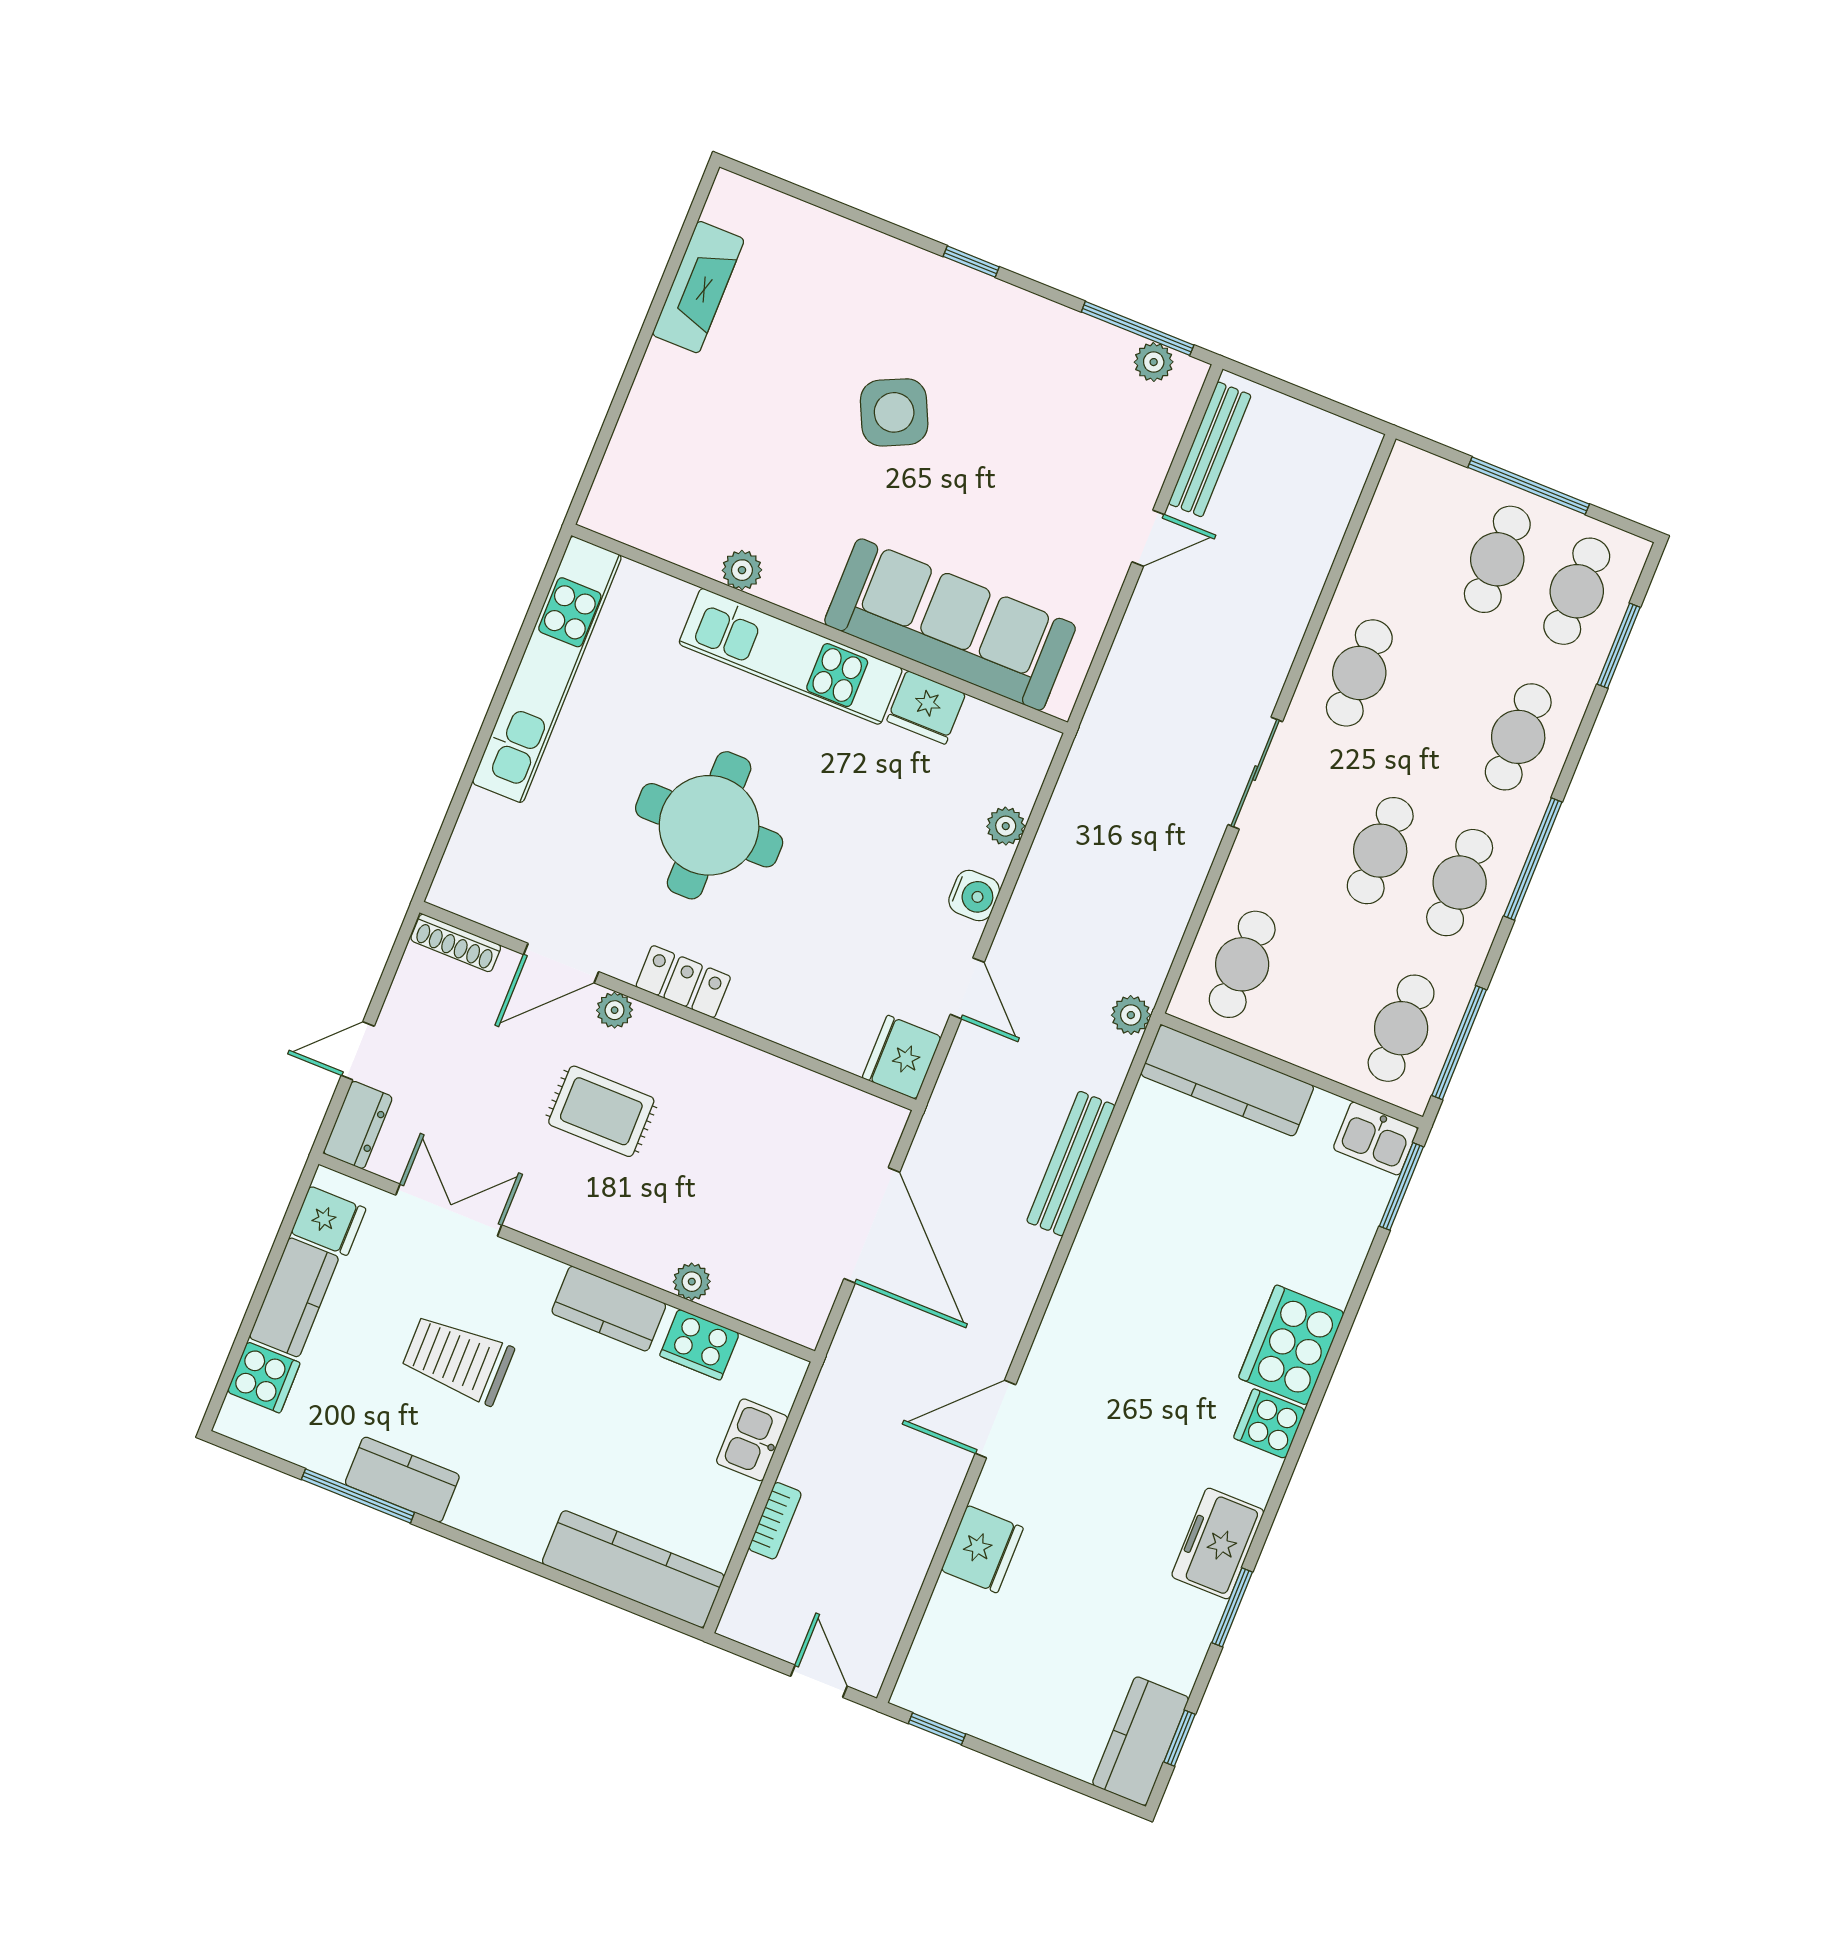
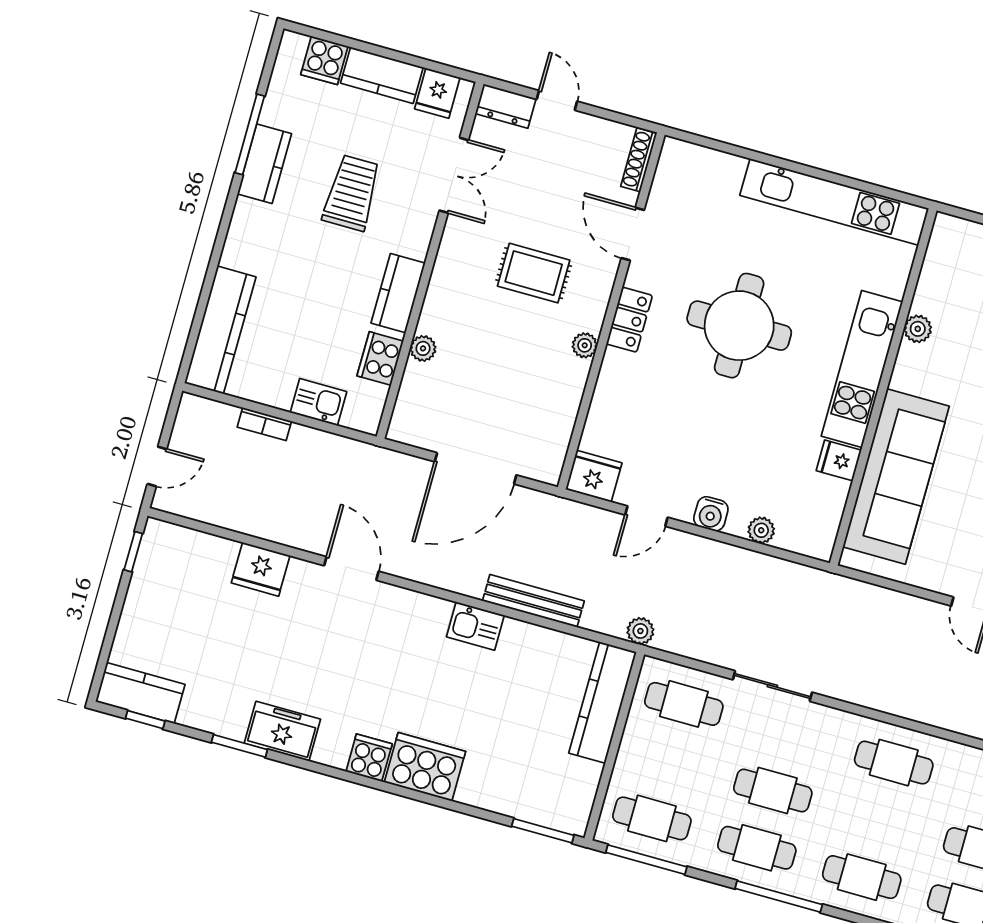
fridge: (926, 707) -> (839, 460), width x0.72
sliding door: (1255, 773) -> (772, 686), moved
plant: (615, 1010) -> (585, 345), moved
rug: (601, 1111) -> (534, 273), turned 90
kitchen sink: (1376, 1138) -> (475, 626), moved, turned -90

